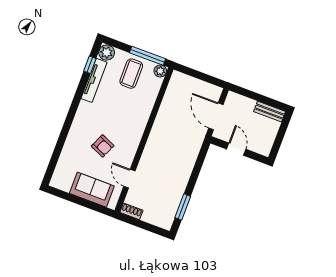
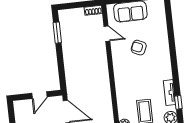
tv unit: (94, 80) -> (169, 93), width x0.71
door: (236, 149) -> (39, 95), hinge flipped

